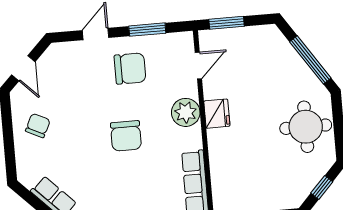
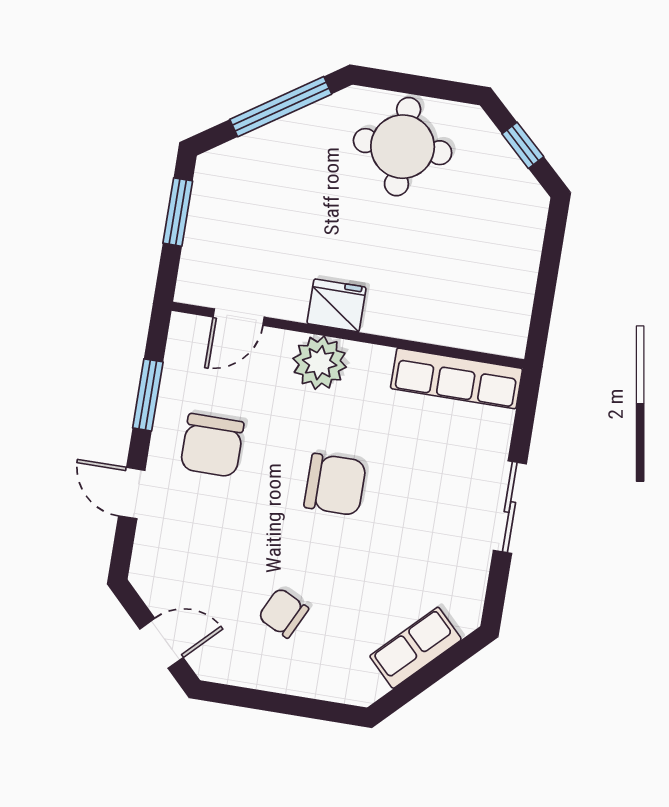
window: (227, 23) -> (178, 212), moved
door: (198, 66) -> (239, 317), swing flipped
chair: (130, 69) -> (212, 445), turned 180
chair: (38, 126) -> (283, 613), moved

